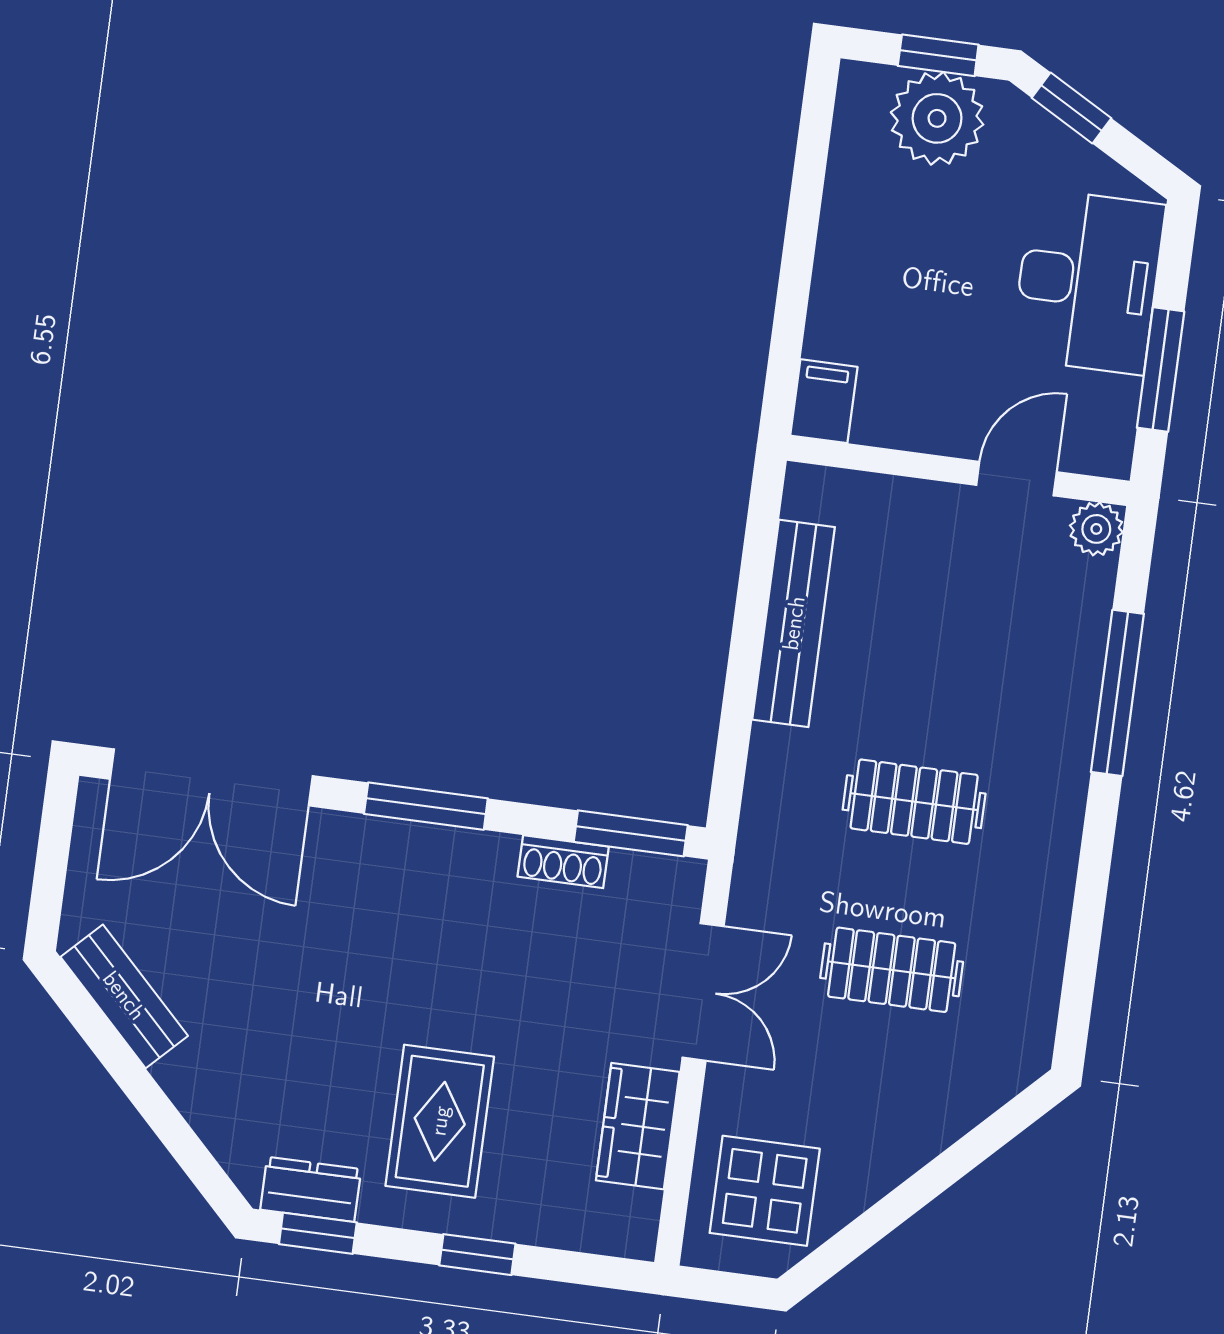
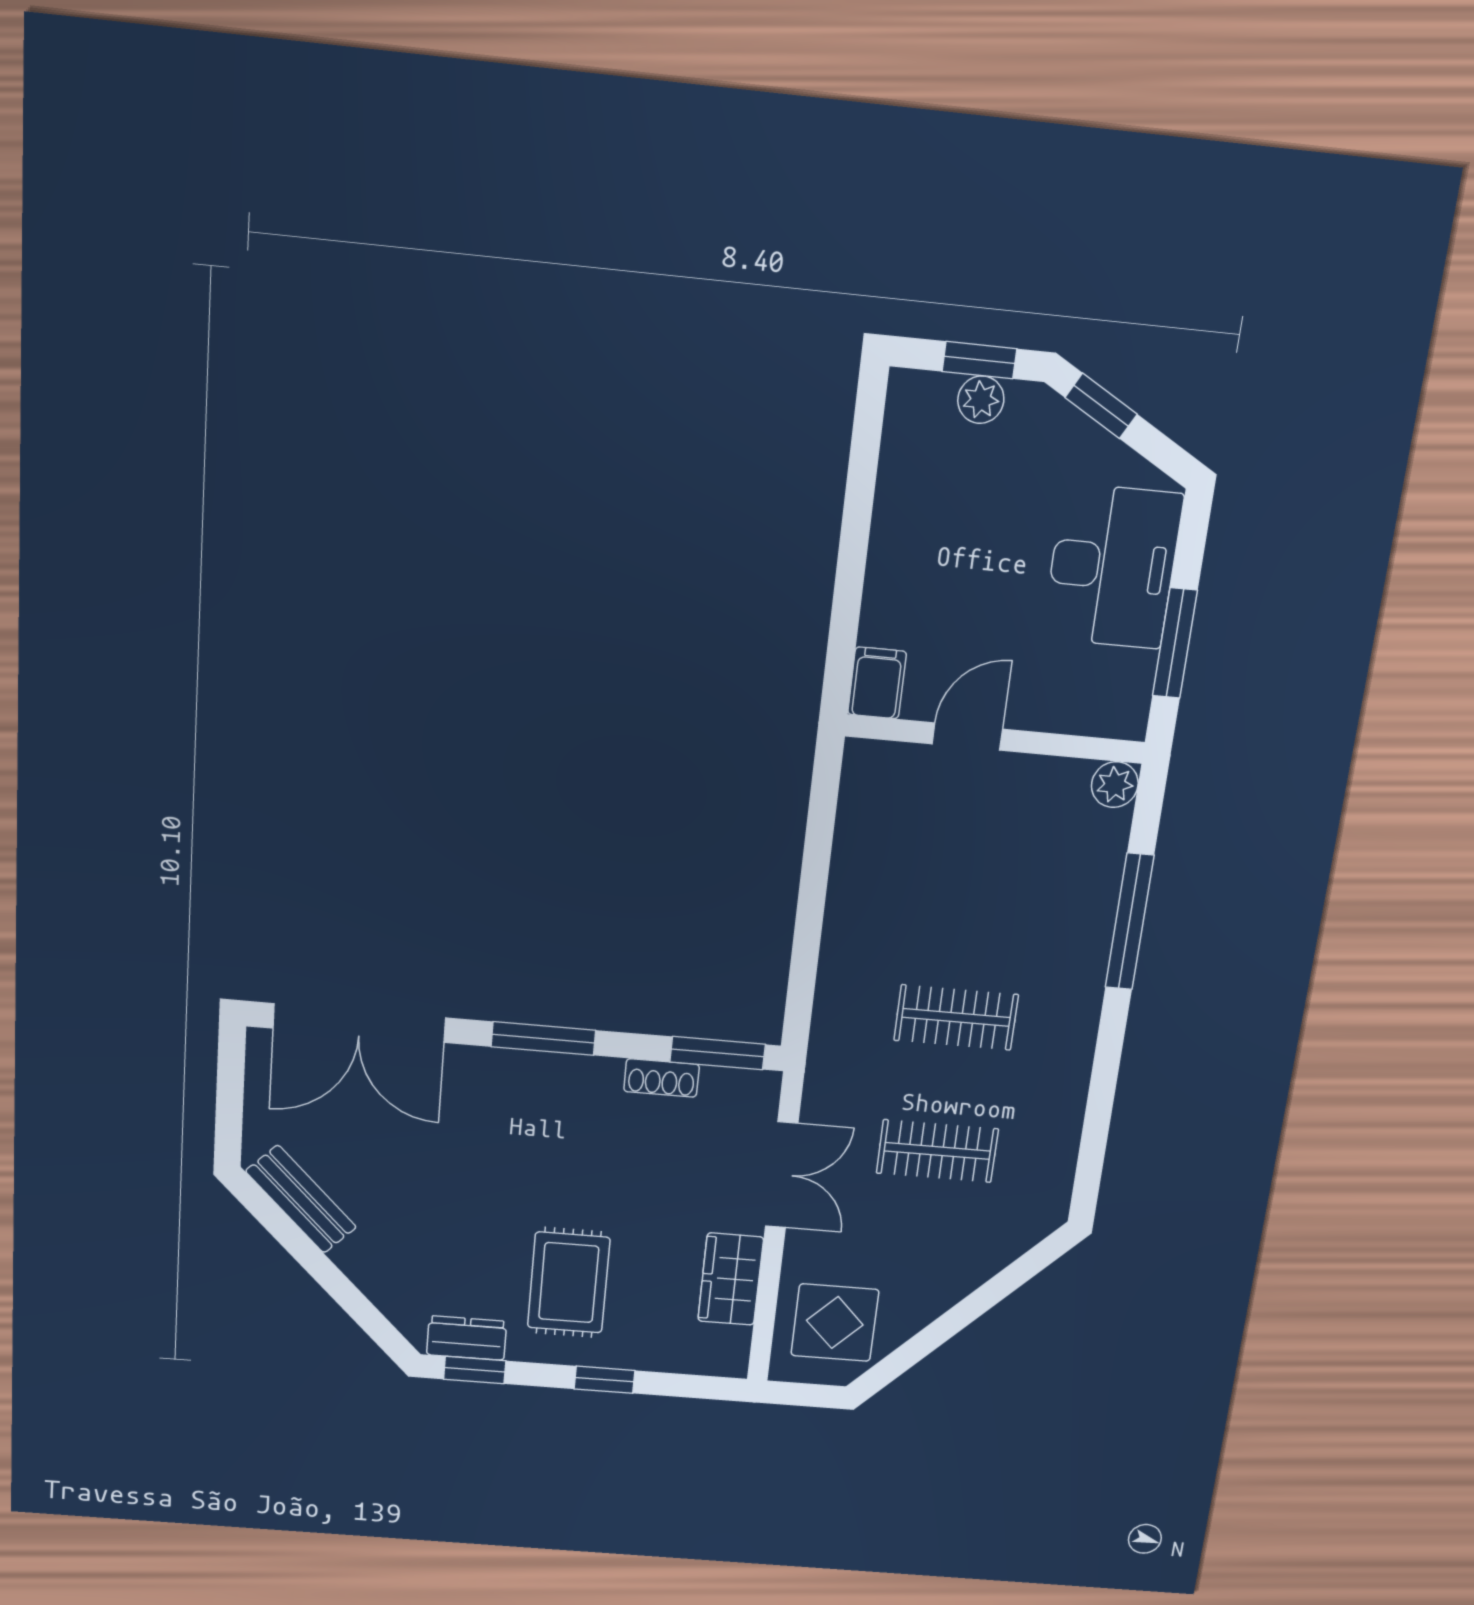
plant: (937, 118) -> (981, 400), width x0.53, depth x0.53
door: (1016, 479) -> (967, 737), moved
bench: (794, 623) -> (853, 875), removed

